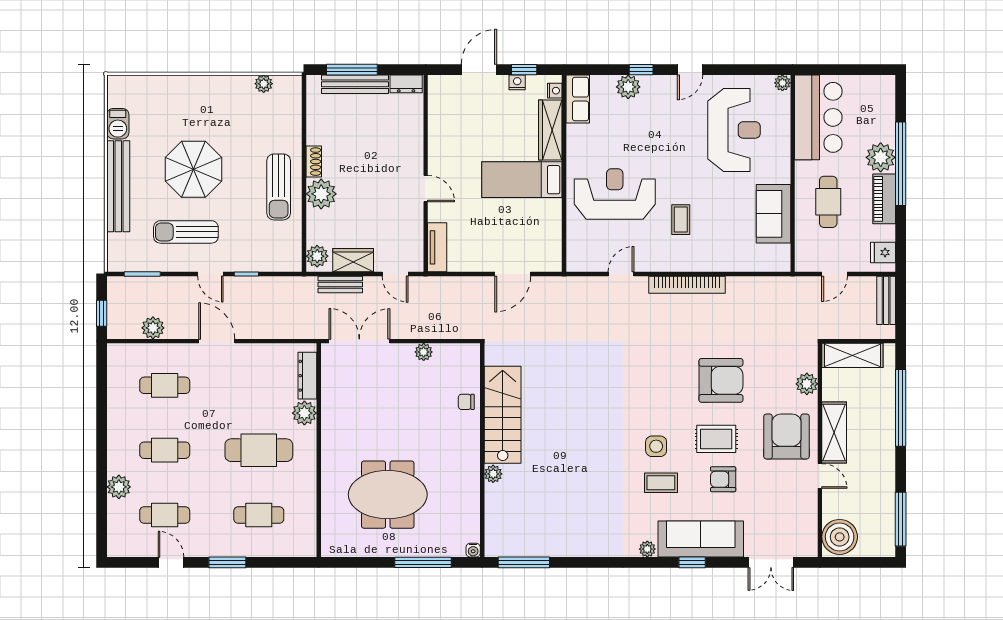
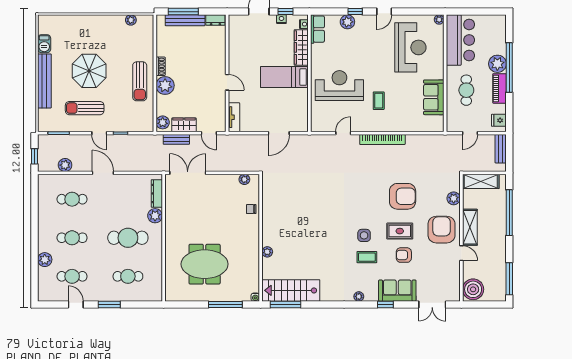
plant: (424, 352) -> (244, 179), moved
stairs: (503, 415) -> (291, 290), moved, turned -90
sofa: (701, 539) -> (397, 291), width x0.73

